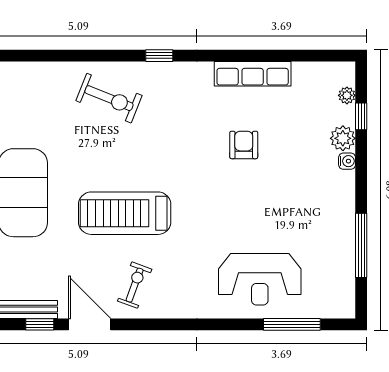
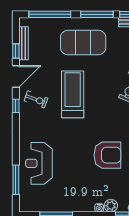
armchair: (244, 145) -> (107, 155), width x1.88, depth x1.88
window: (147, 324) -> (16, 106), added

